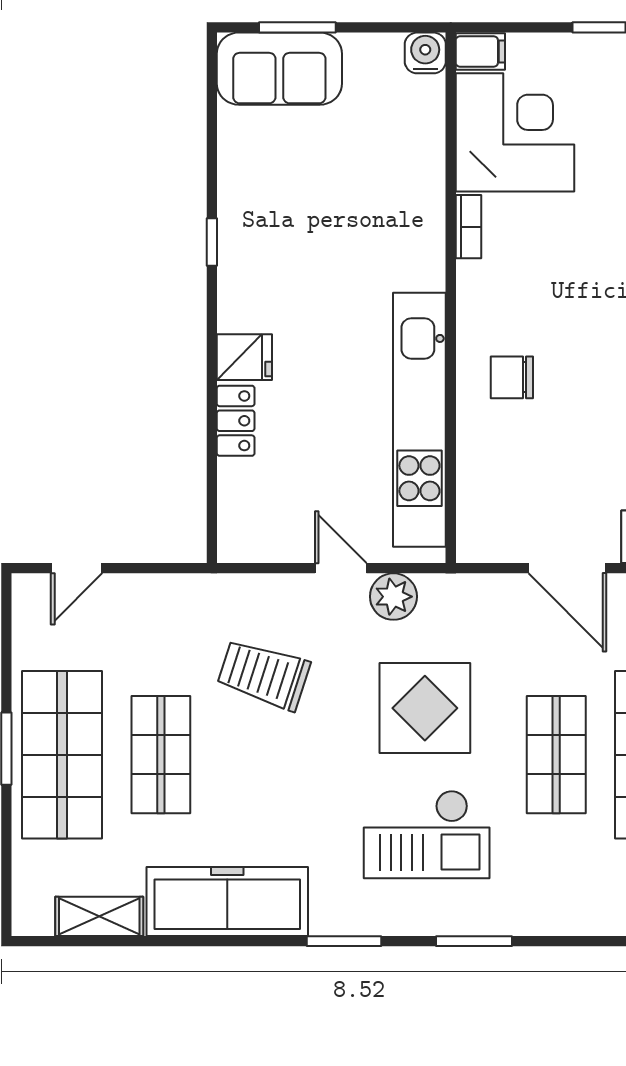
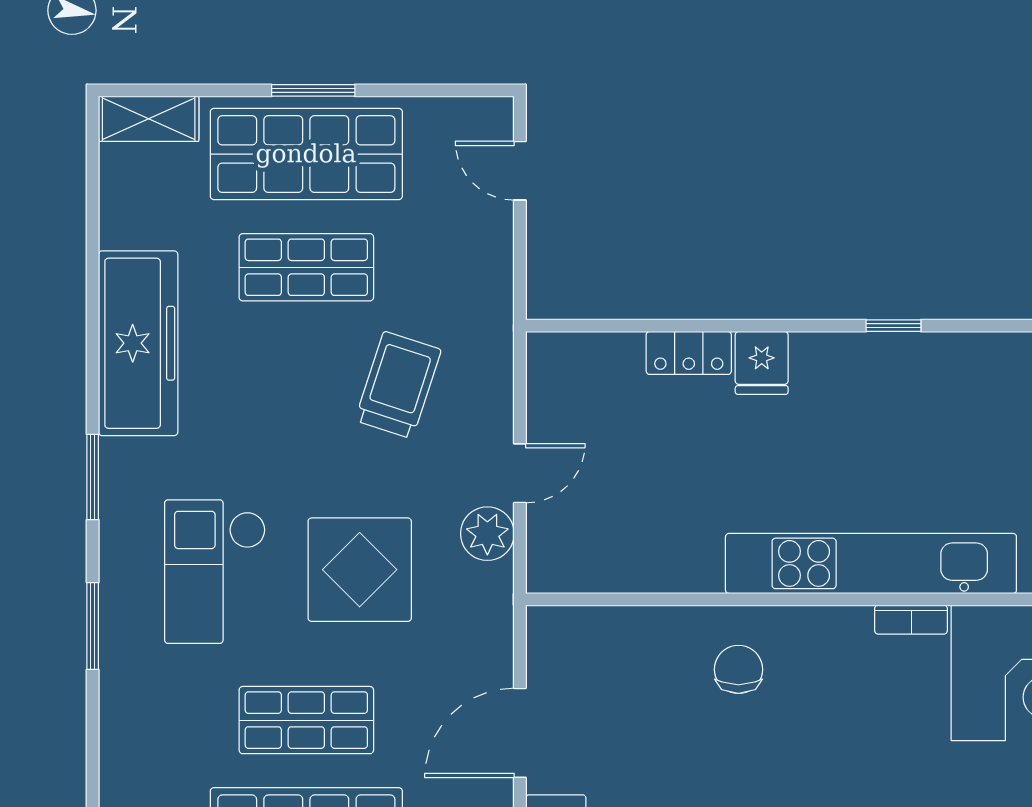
kitchen unit: (419, 420) -> (871, 563), moved
shelving: (99, 916) -> (149, 119), moved, turned 90

